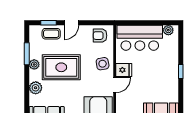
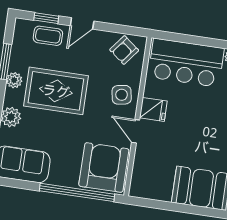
armchair: (100, 36) -> (124, 50), turned -52
door: (115, 85) -> (136, 131), swing flipped

